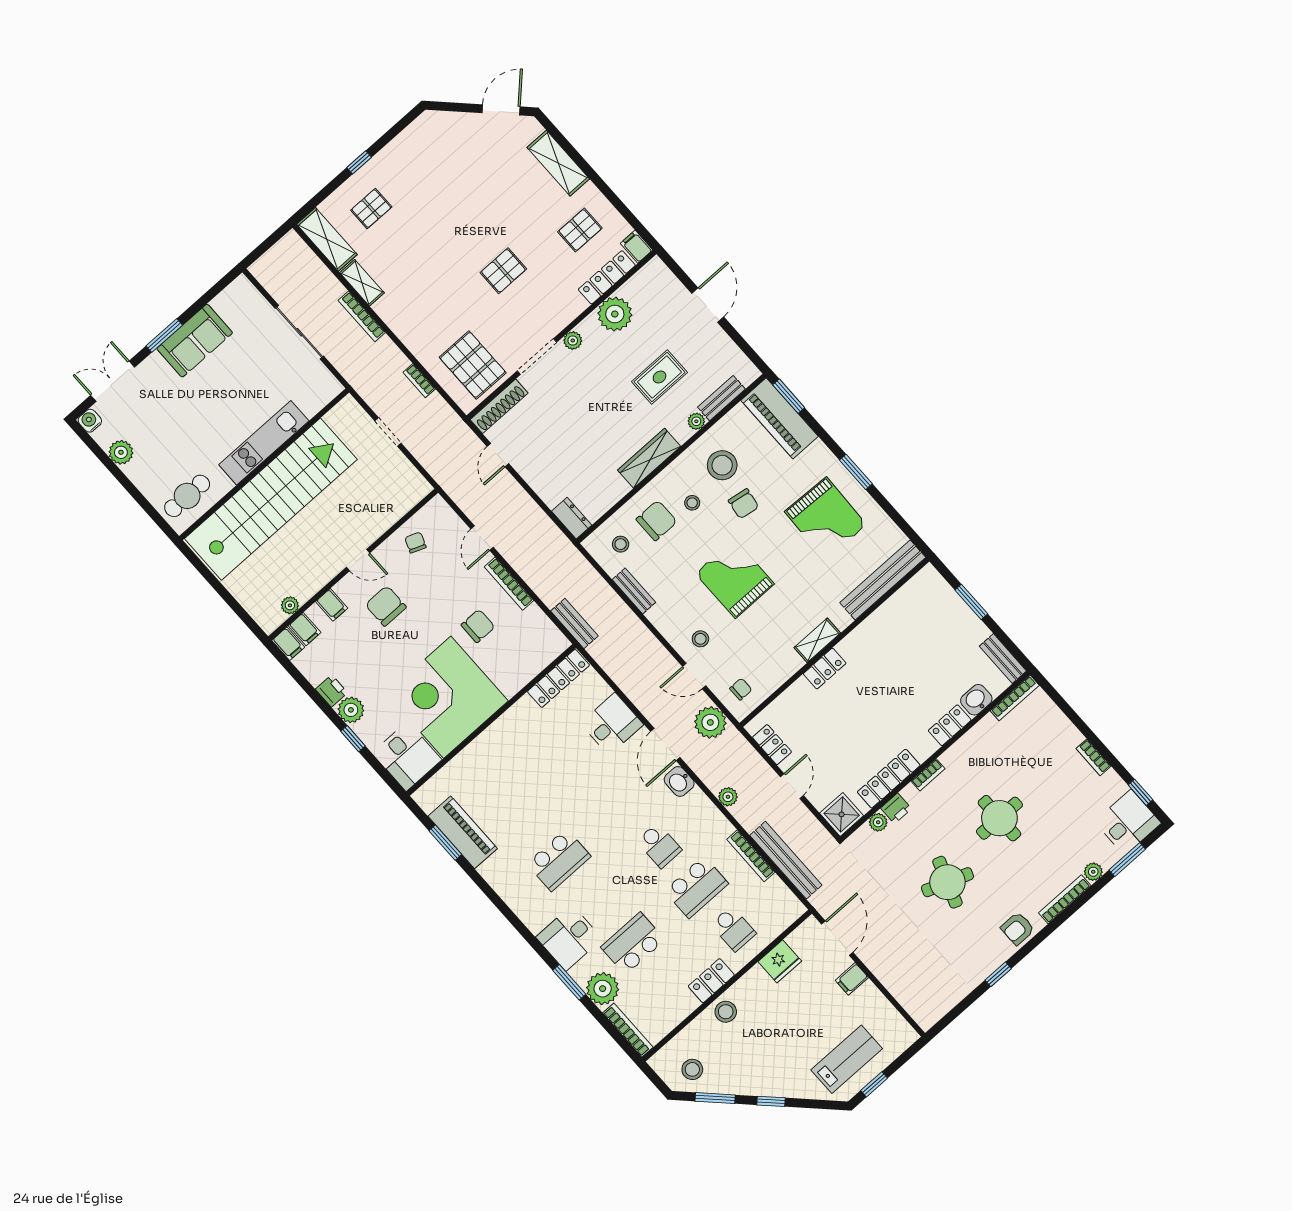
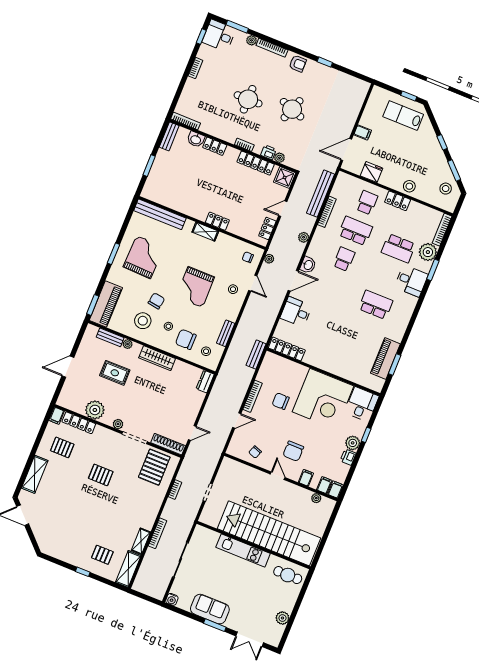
water cooler: (90, 421) -> (172, 599), moved
plant: (710, 722) -> (269, 259), width x0.53, depth x0.53

